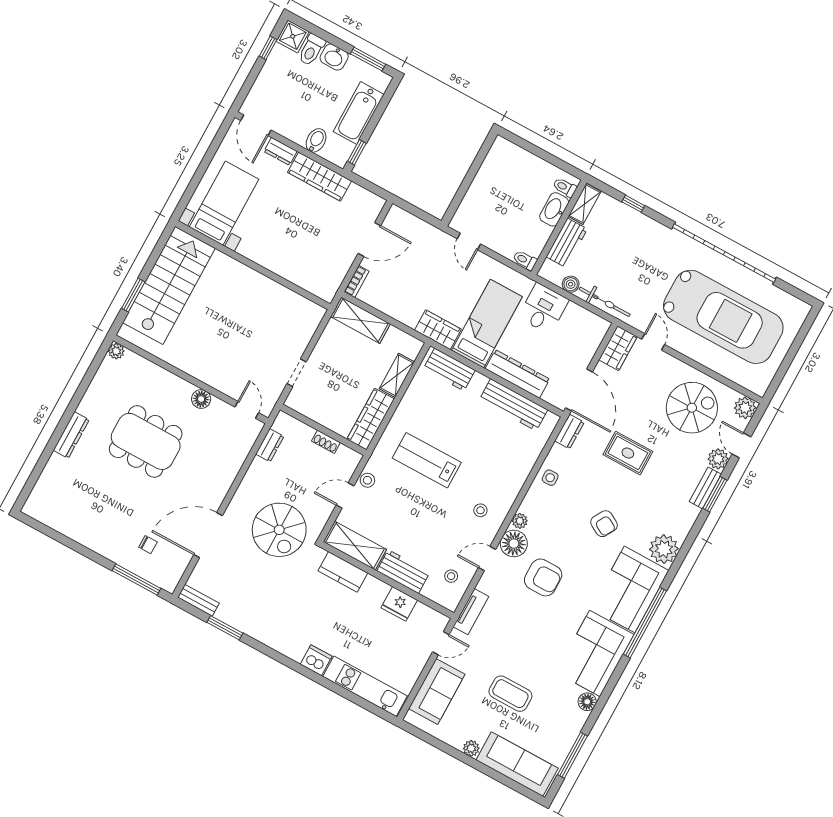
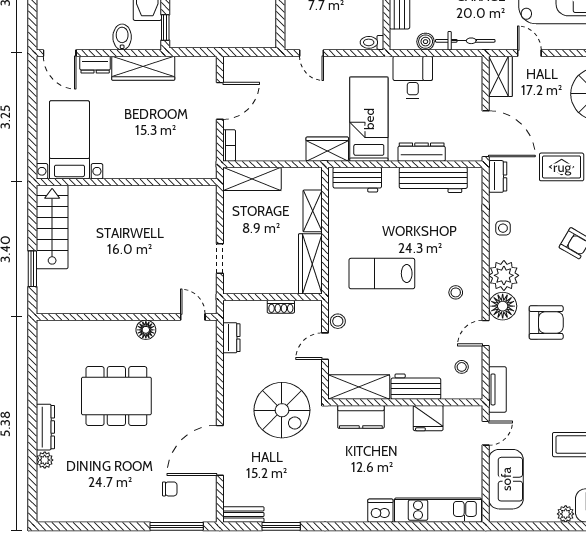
stairs: (169, 285) -> (52, 227), width x0.73, depth x0.66
plant: (116, 351) -> (45, 460), moved
dresser: (517, 374) -> (422, 152), width x0.73, depth x0.80
plant: (520, 521) -> (504, 275), width x1.87, depth x1.87

